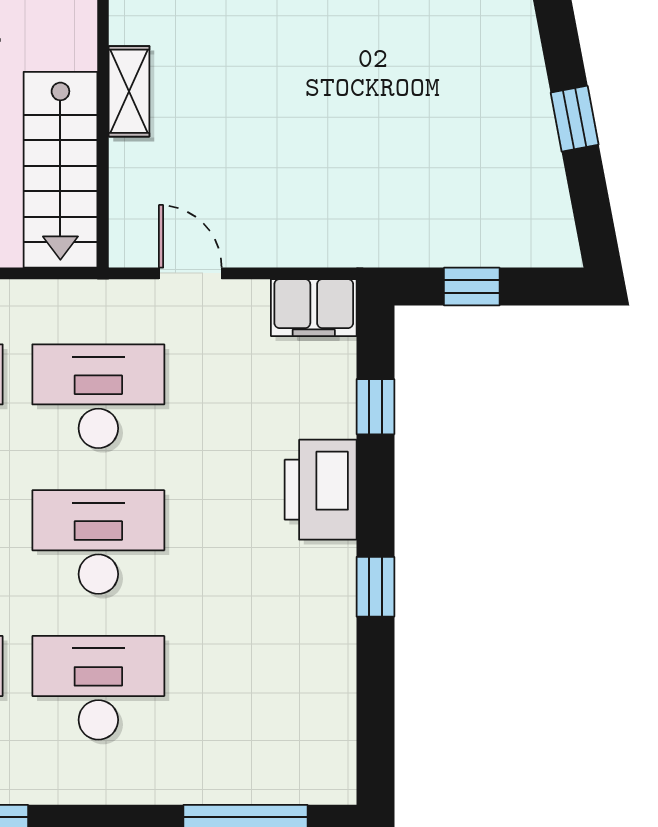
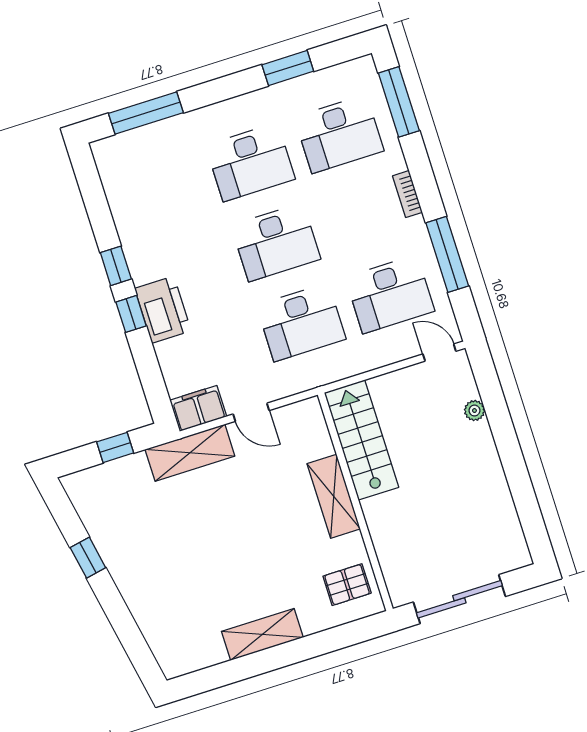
shelving: (129, 91) -> (334, 496), width x1.50, depth x1.33
shelving: (351, 239) -> (190, 453), added
door: (190, 273) -> (251, 412), moved
window: (375, 407) -> (131, 314), moved

